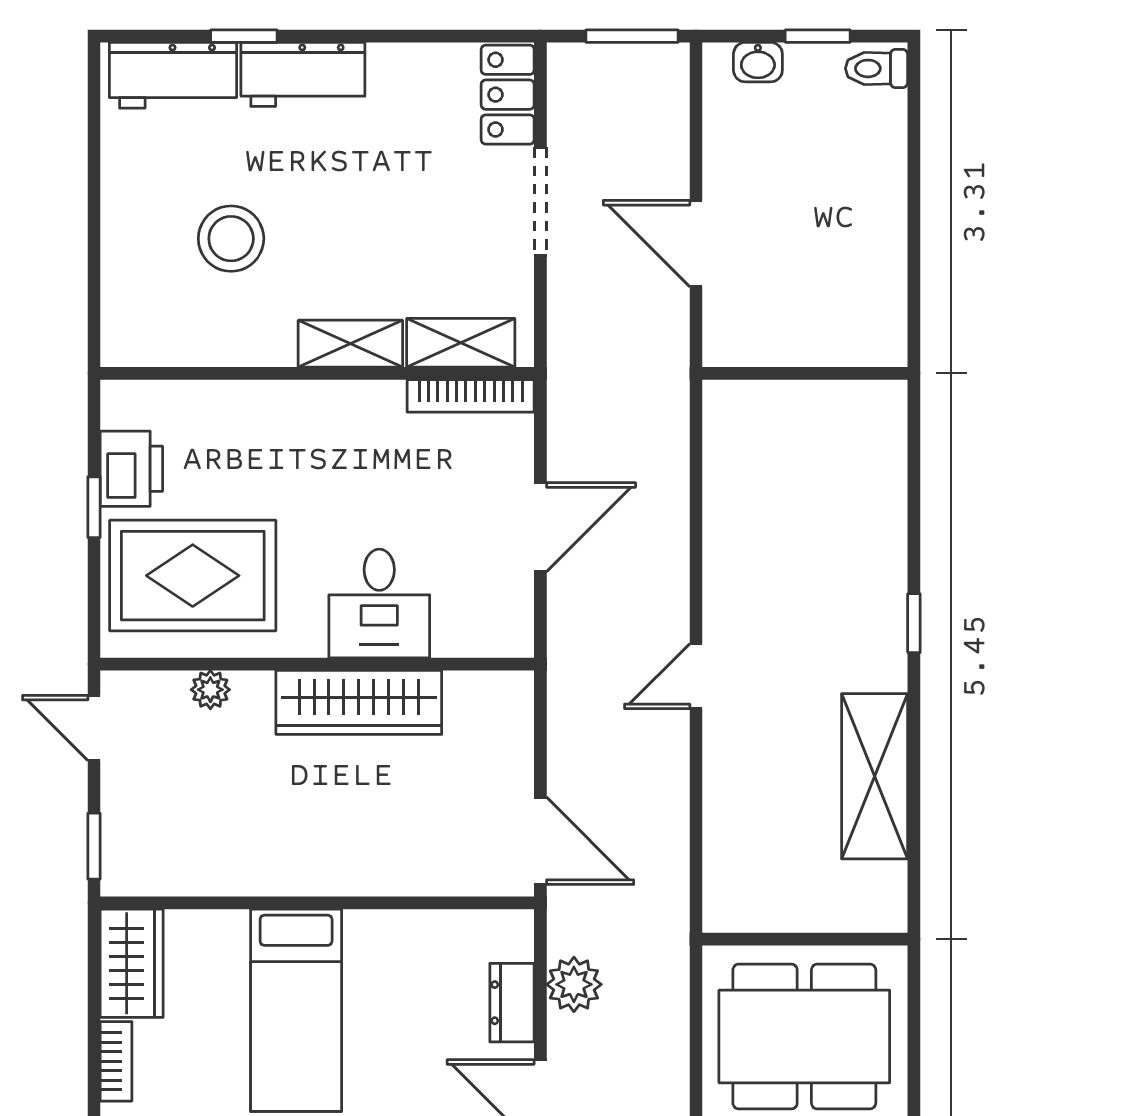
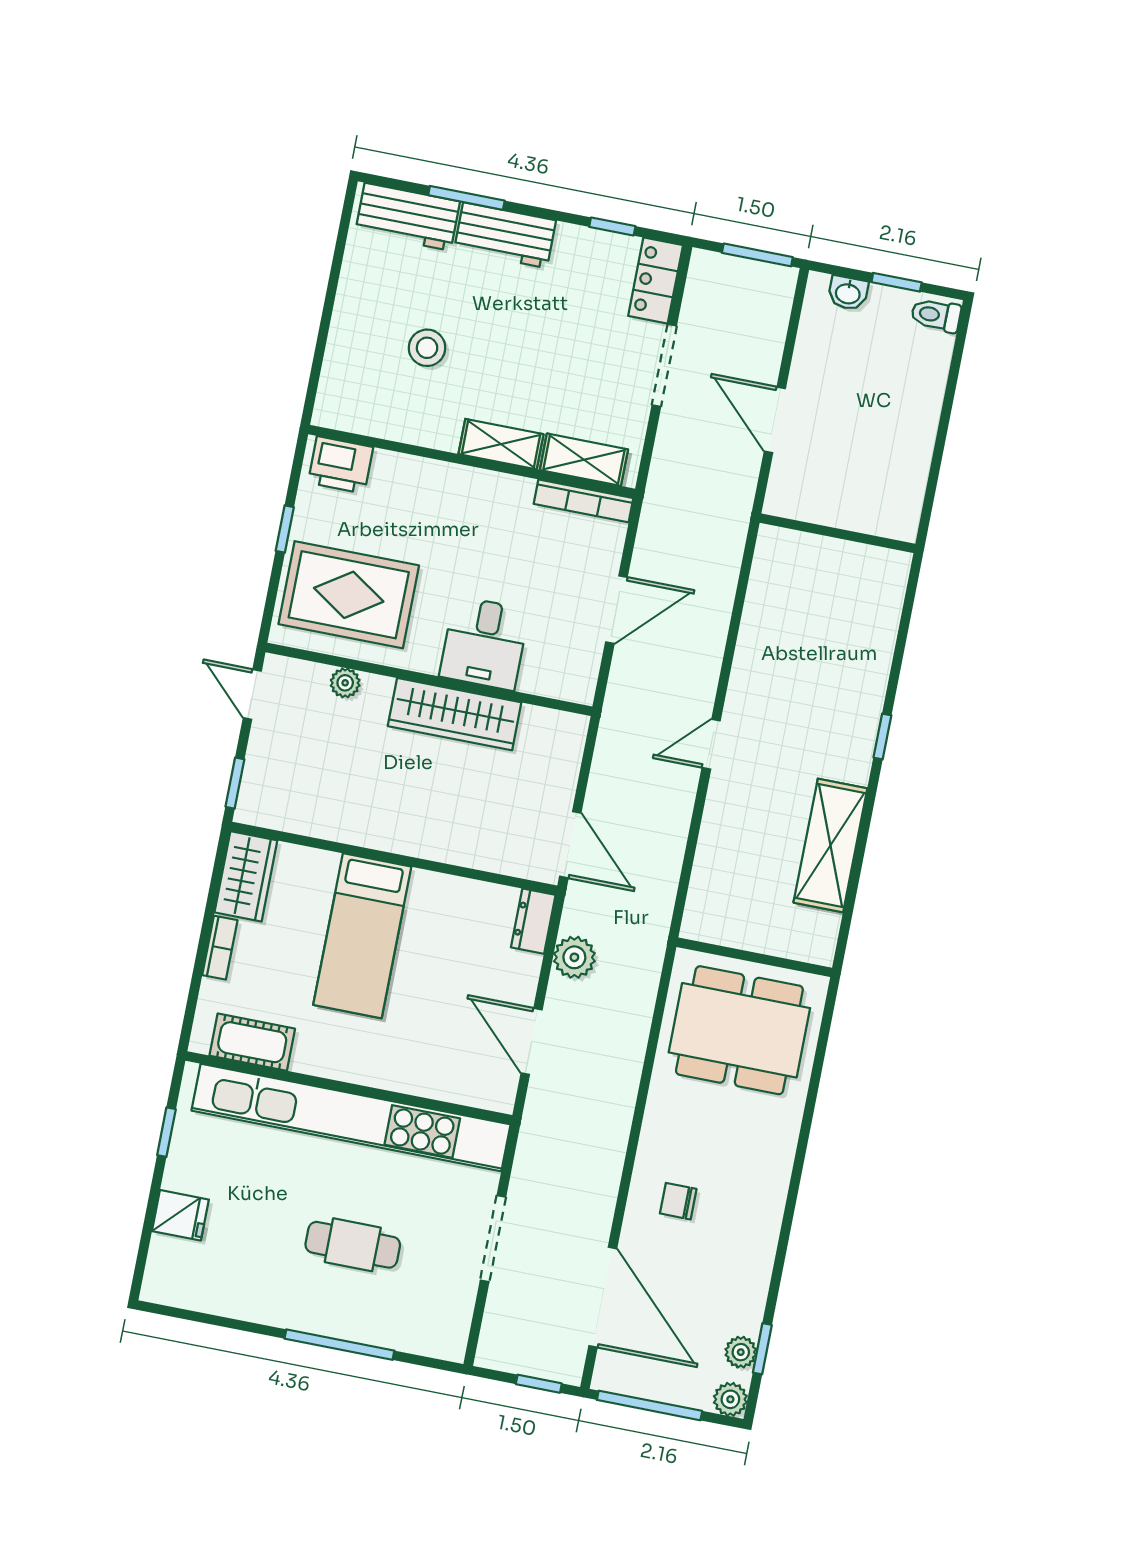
window: (244, 36) -> (466, 198), width x1.50
window: (438, 36) -> (612, 226), added
stool: (231, 239) -> (427, 348), width x0.73, depth x0.73
printer: (131, 469) -> (341, 465), moved, turned 90
dresser: (512, 1003) -> (533, 921), moved

